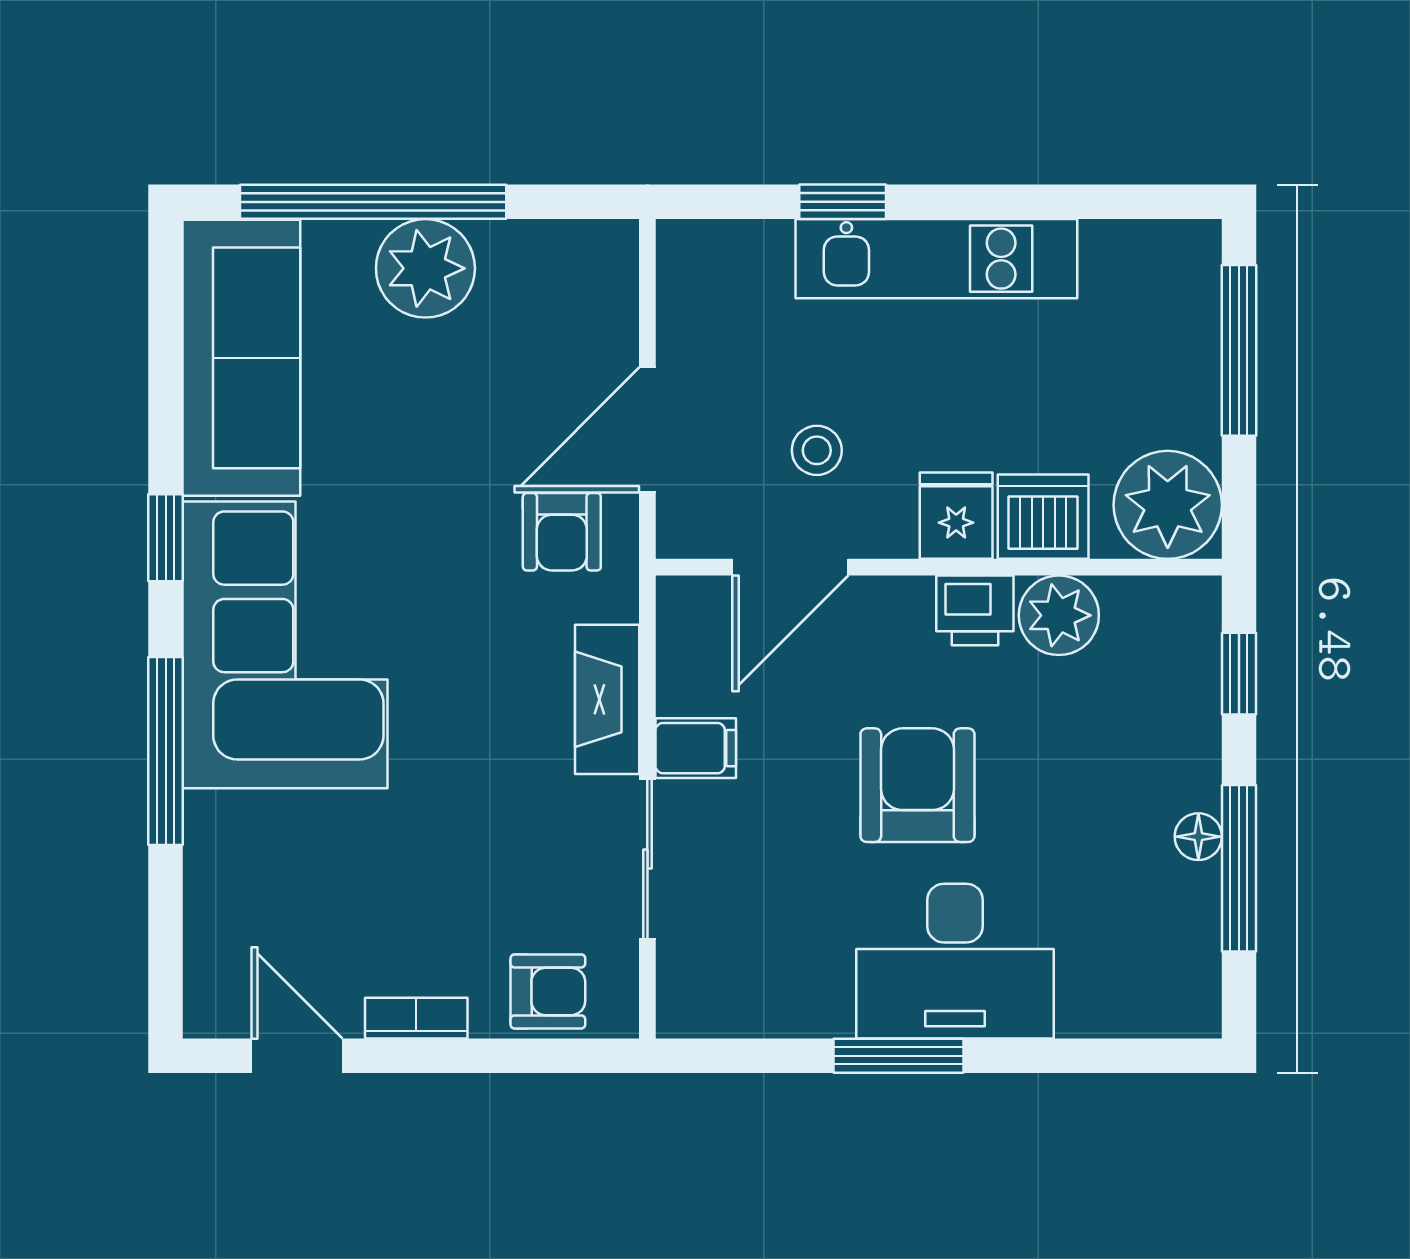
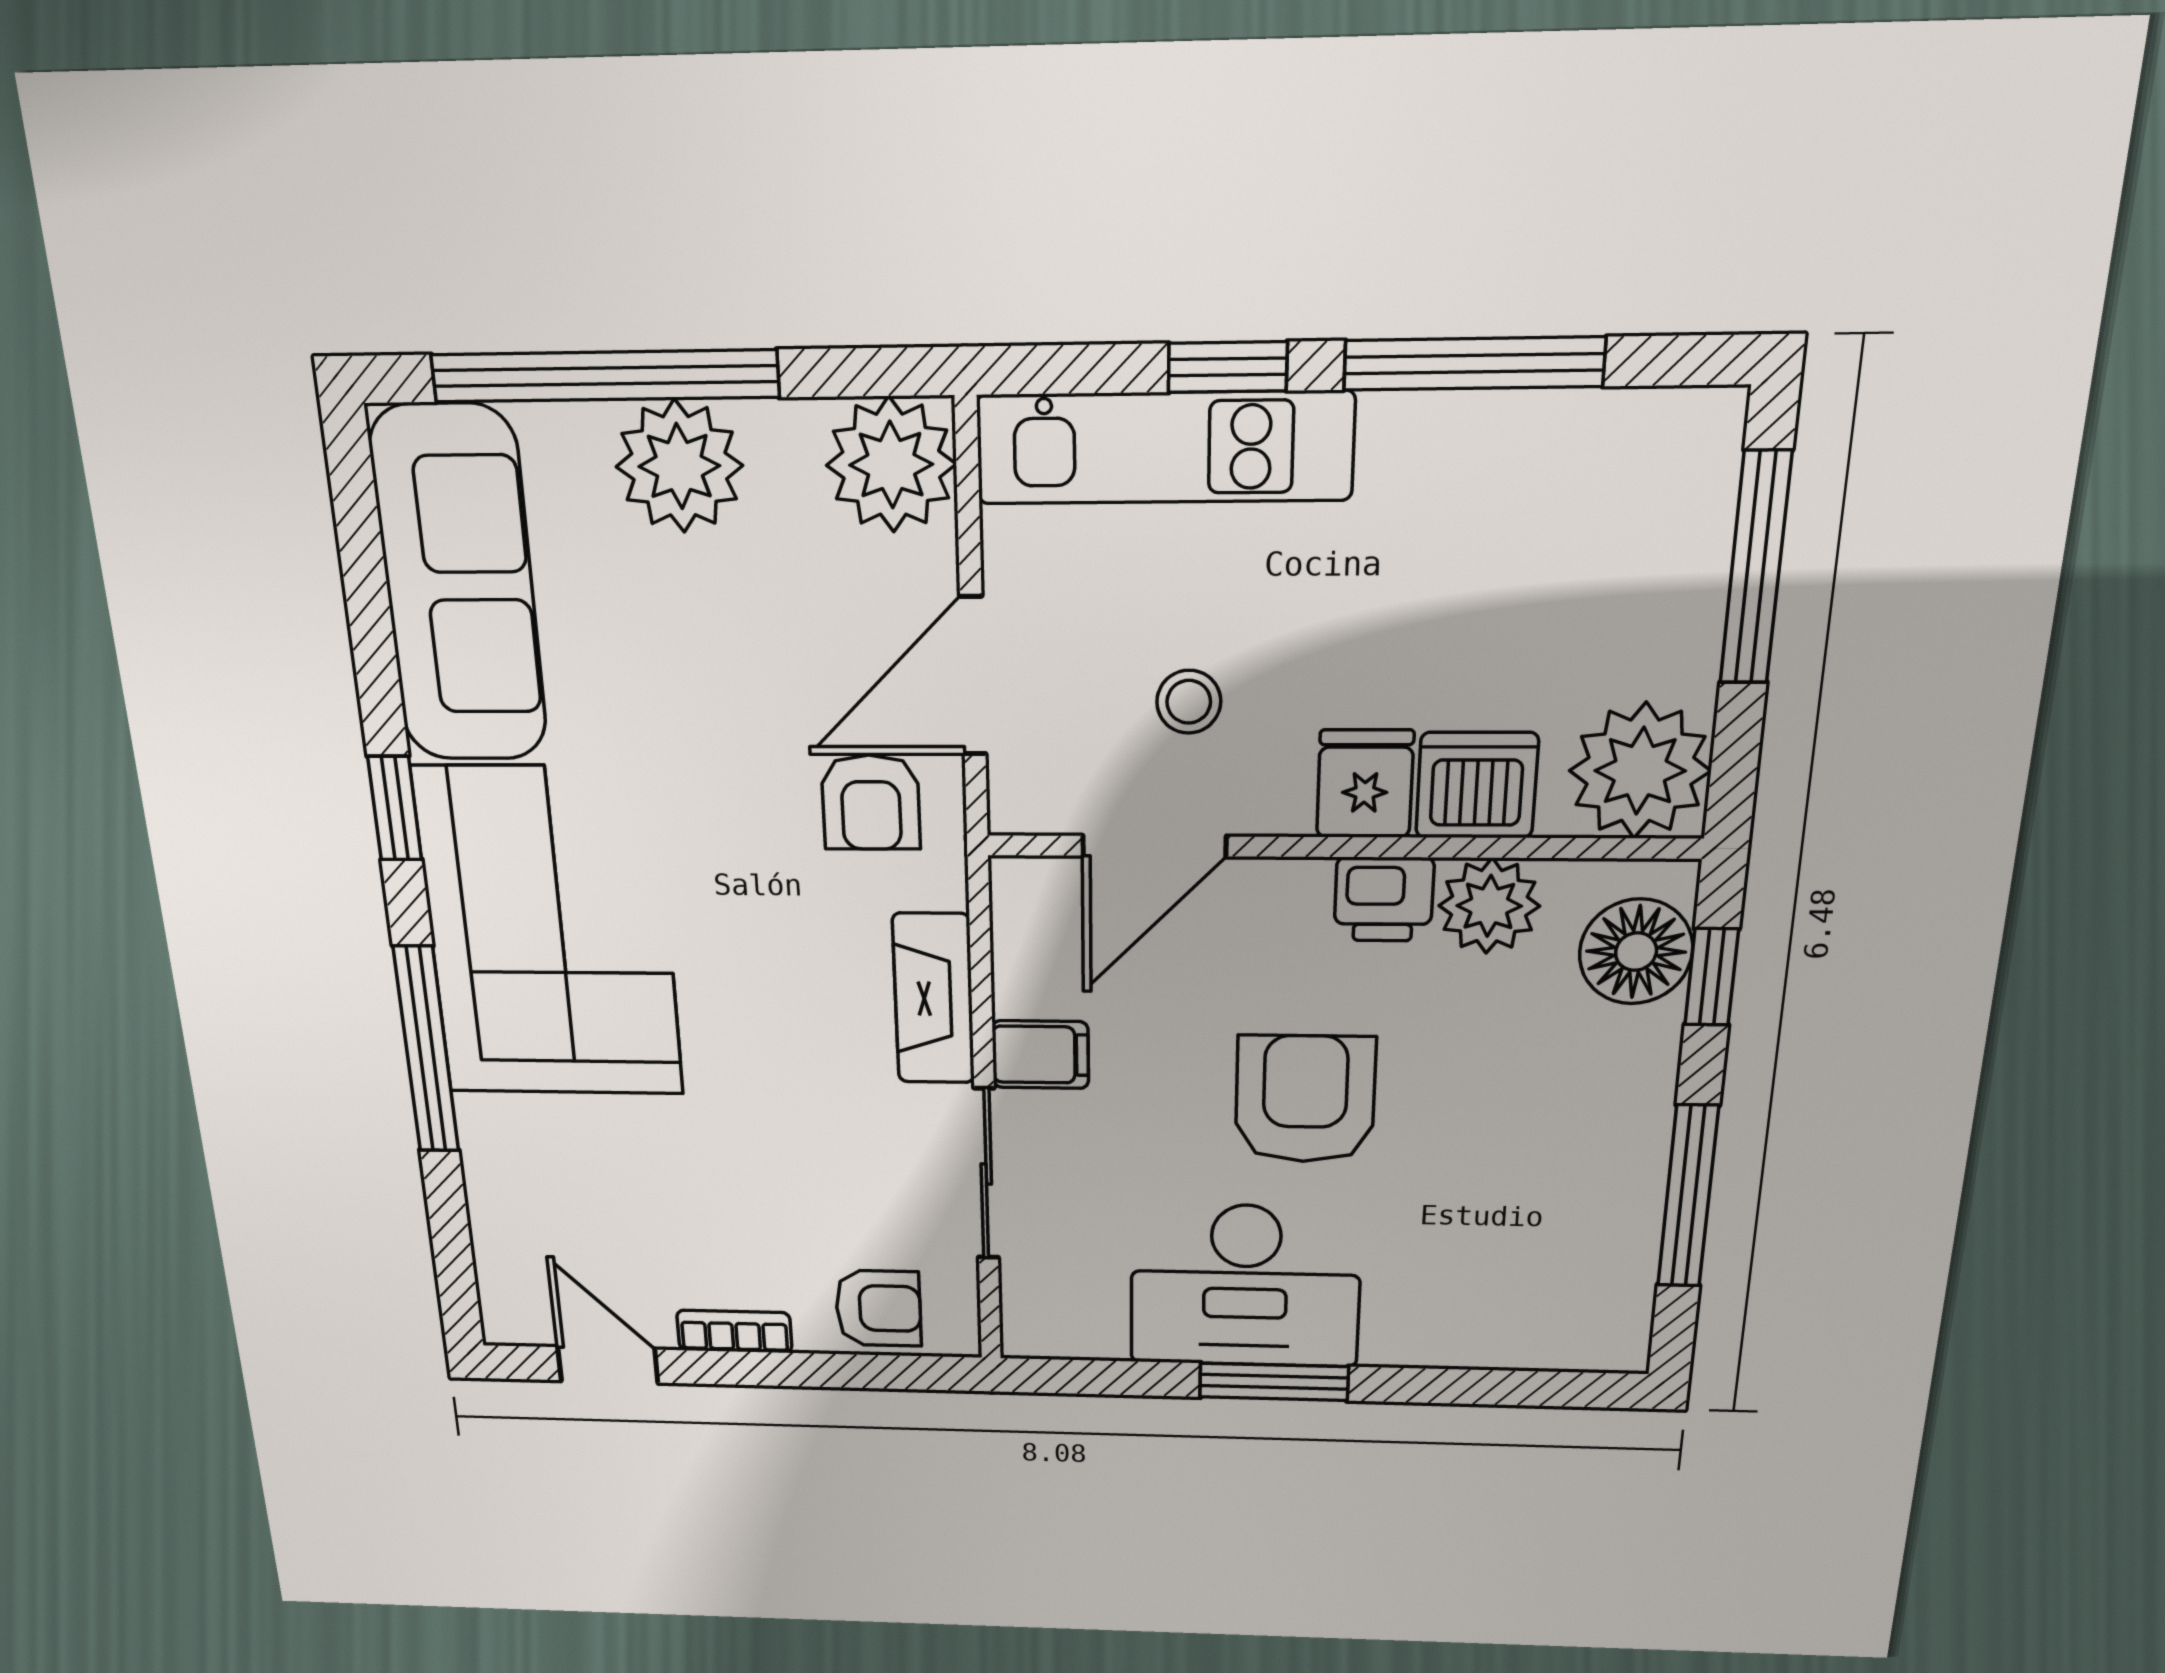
window: (1022, 202) -> (1474, 364), added
kitchen unit: (936, 259) -> (1164, 448), moved
plant: (589, 269) -> (891, 465), added
floor lamp: (1198, 837) -> (1636, 952), moved, width x1.89, depth x1.89
desk: (955, 961) -> (1245, 1286), moved

